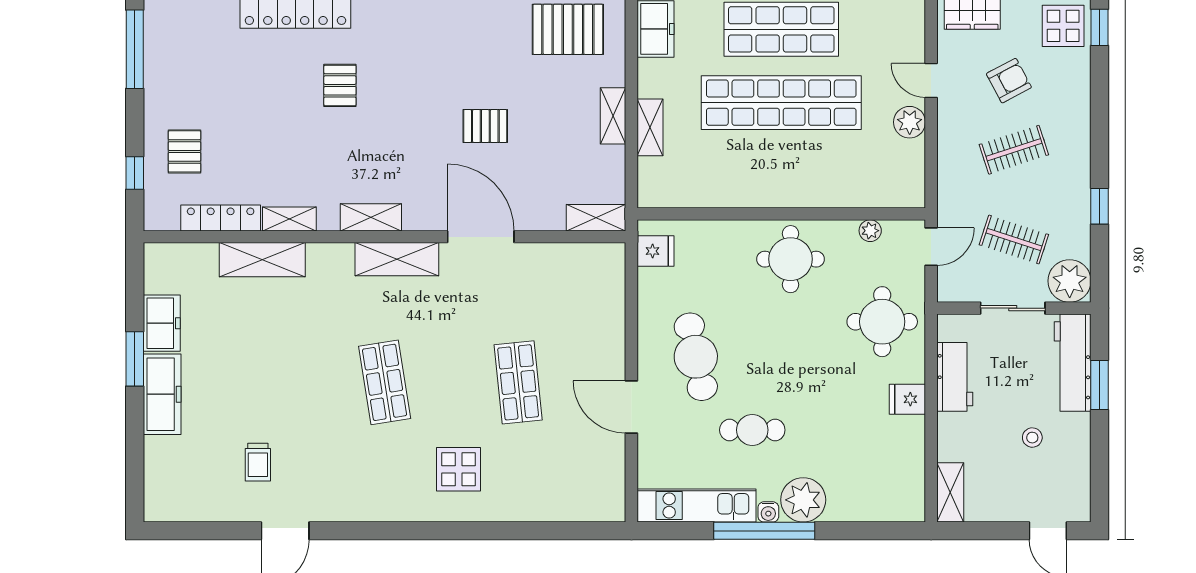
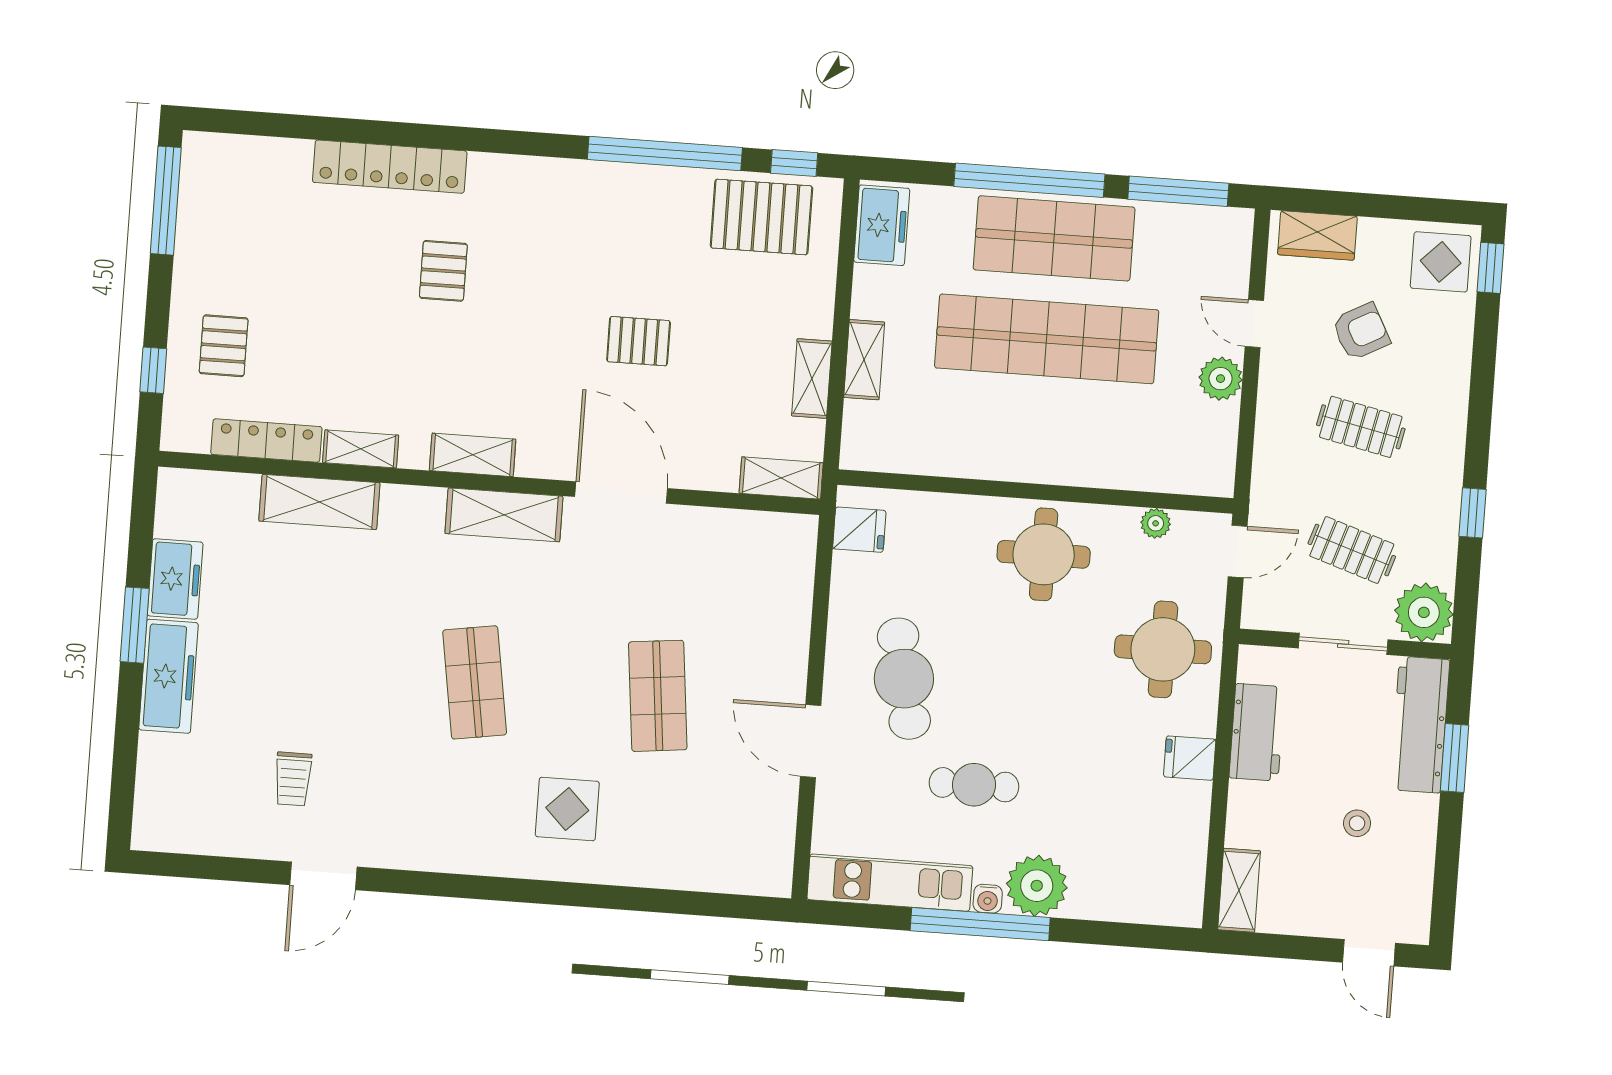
shelving: (613, 116) -> (812, 379), moved
clothes rail: (1014, 150) -> (1361, 427), turned 30

